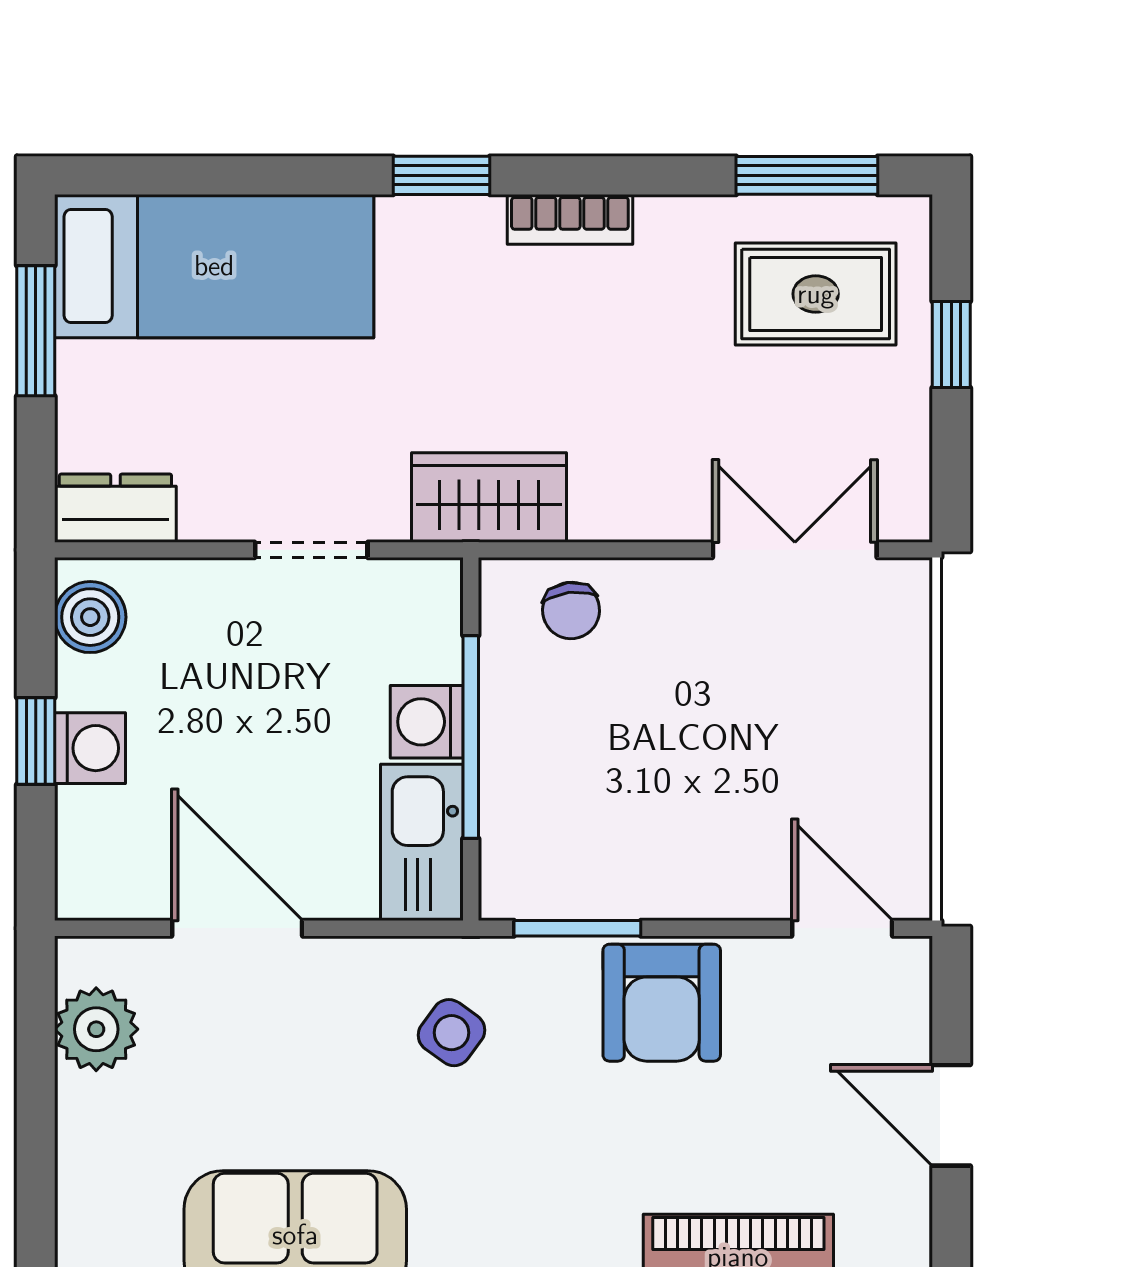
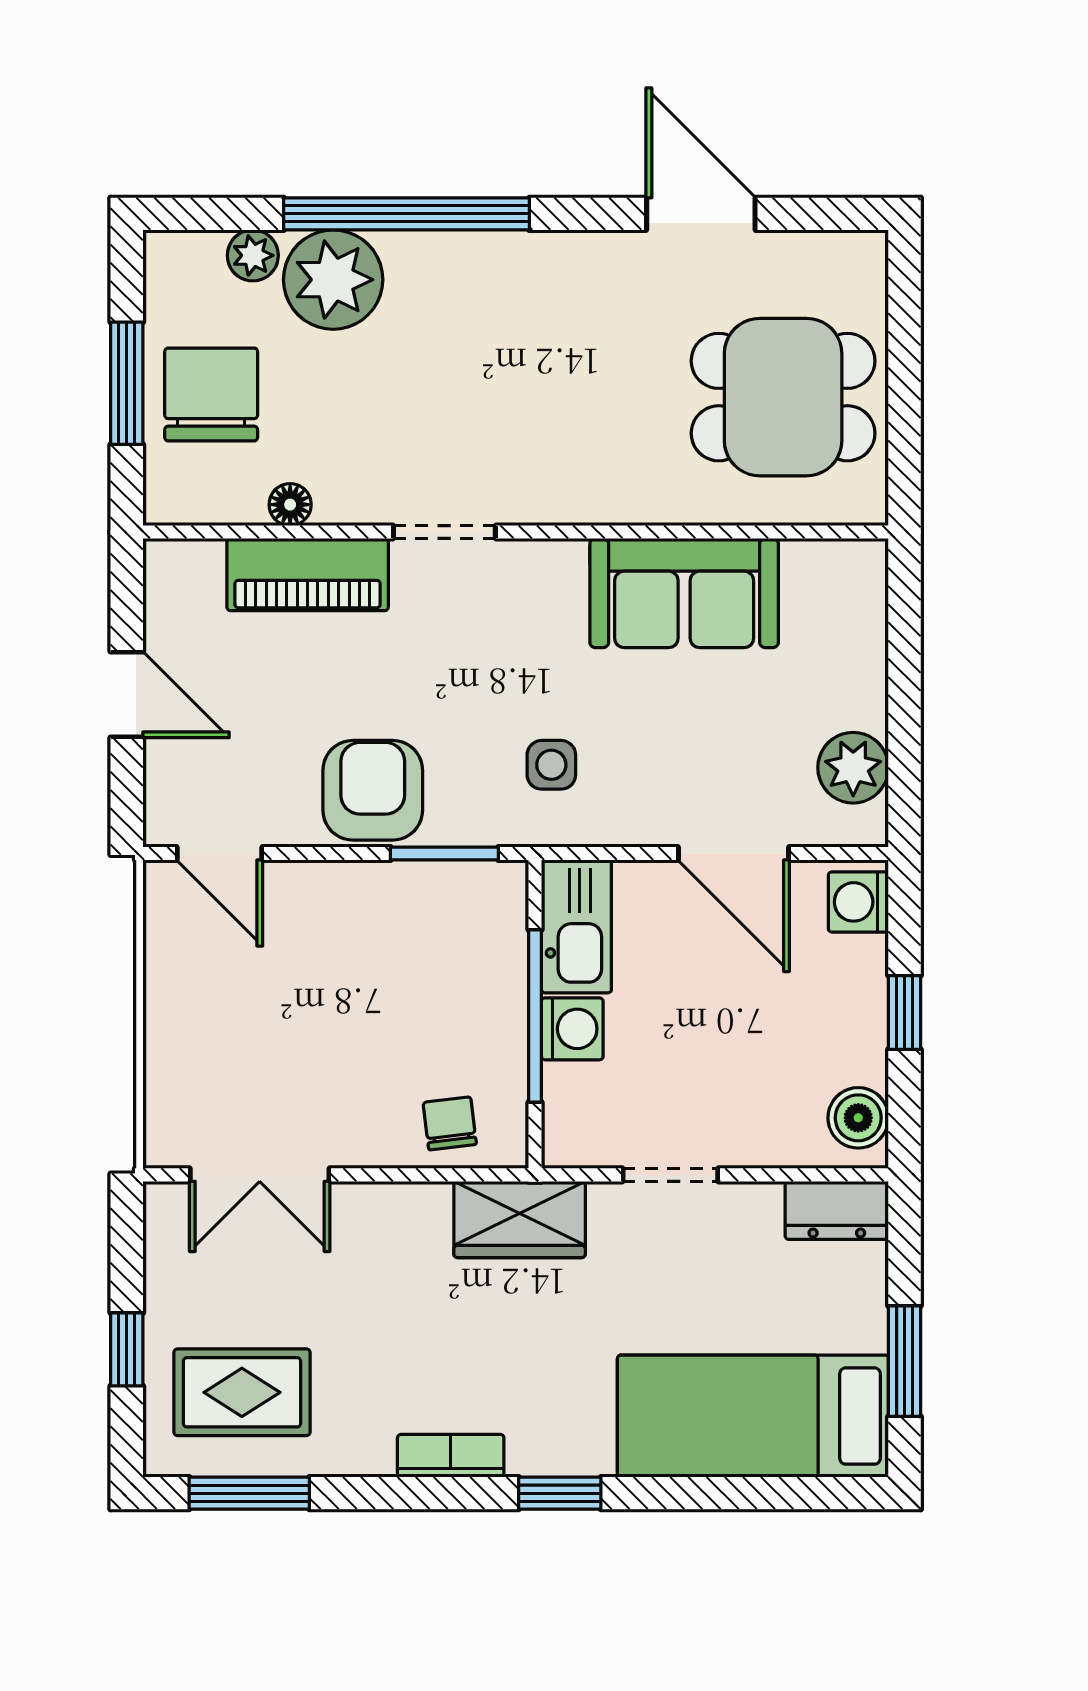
washing machine: (90, 748) -> (858, 902), moved
side table: (451, 1033) -> (551, 765), turned -36

